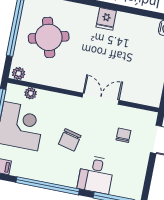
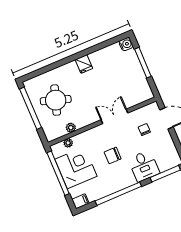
round table: (49, 37) -> (56, 100), turned 33
plant: (19, 73) -> (71, 128), moved
chair: (70, 140) -> (113, 155), turned 77

